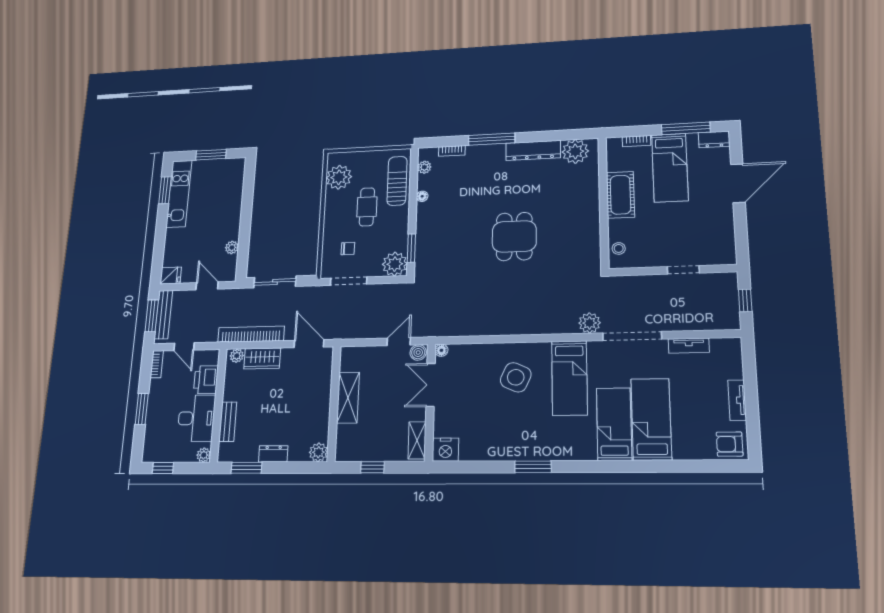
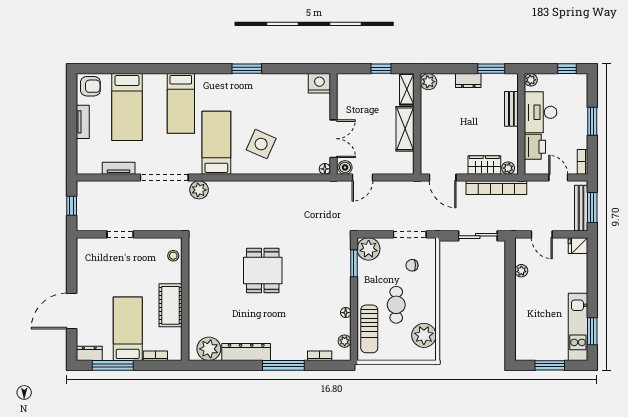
bed: (651, 419) -> (127, 107), moved
shelving: (417, 440) -> (407, 89), moved

